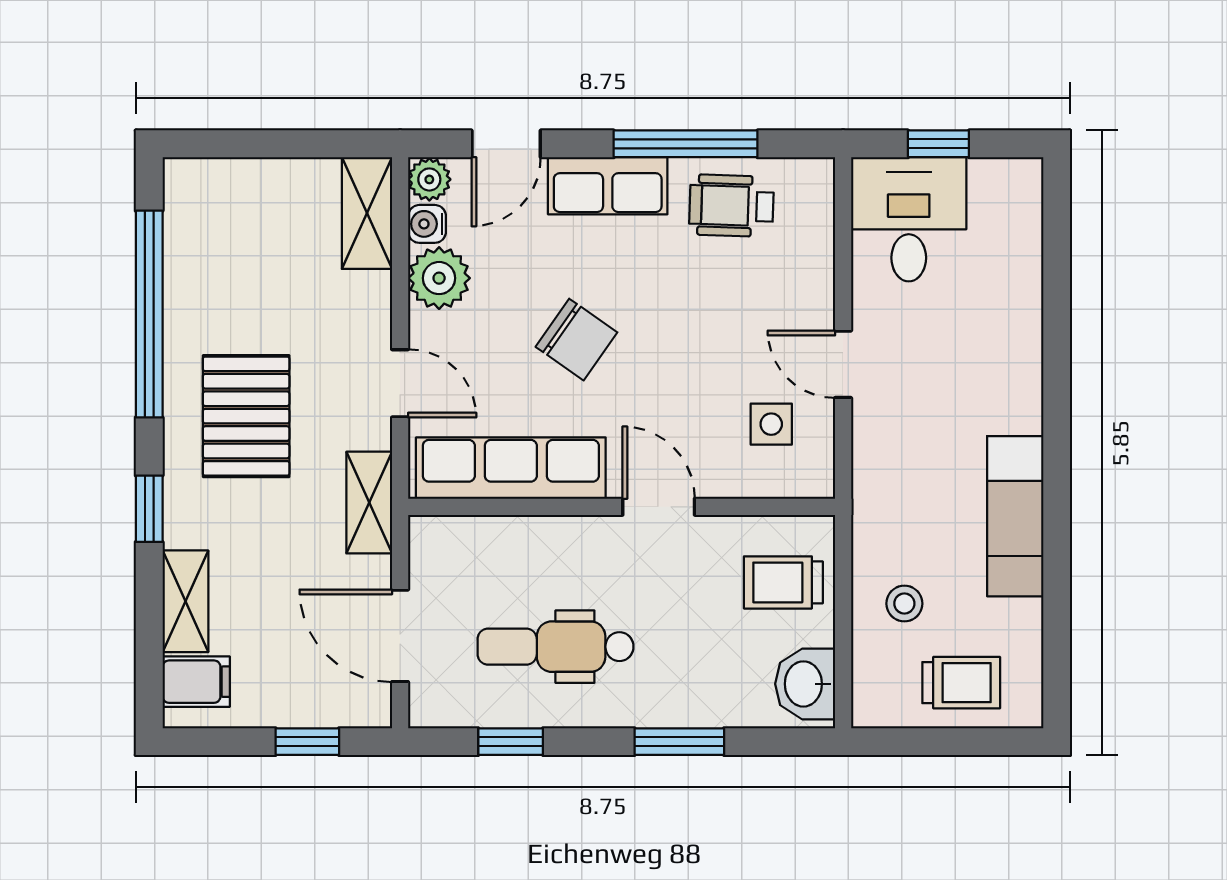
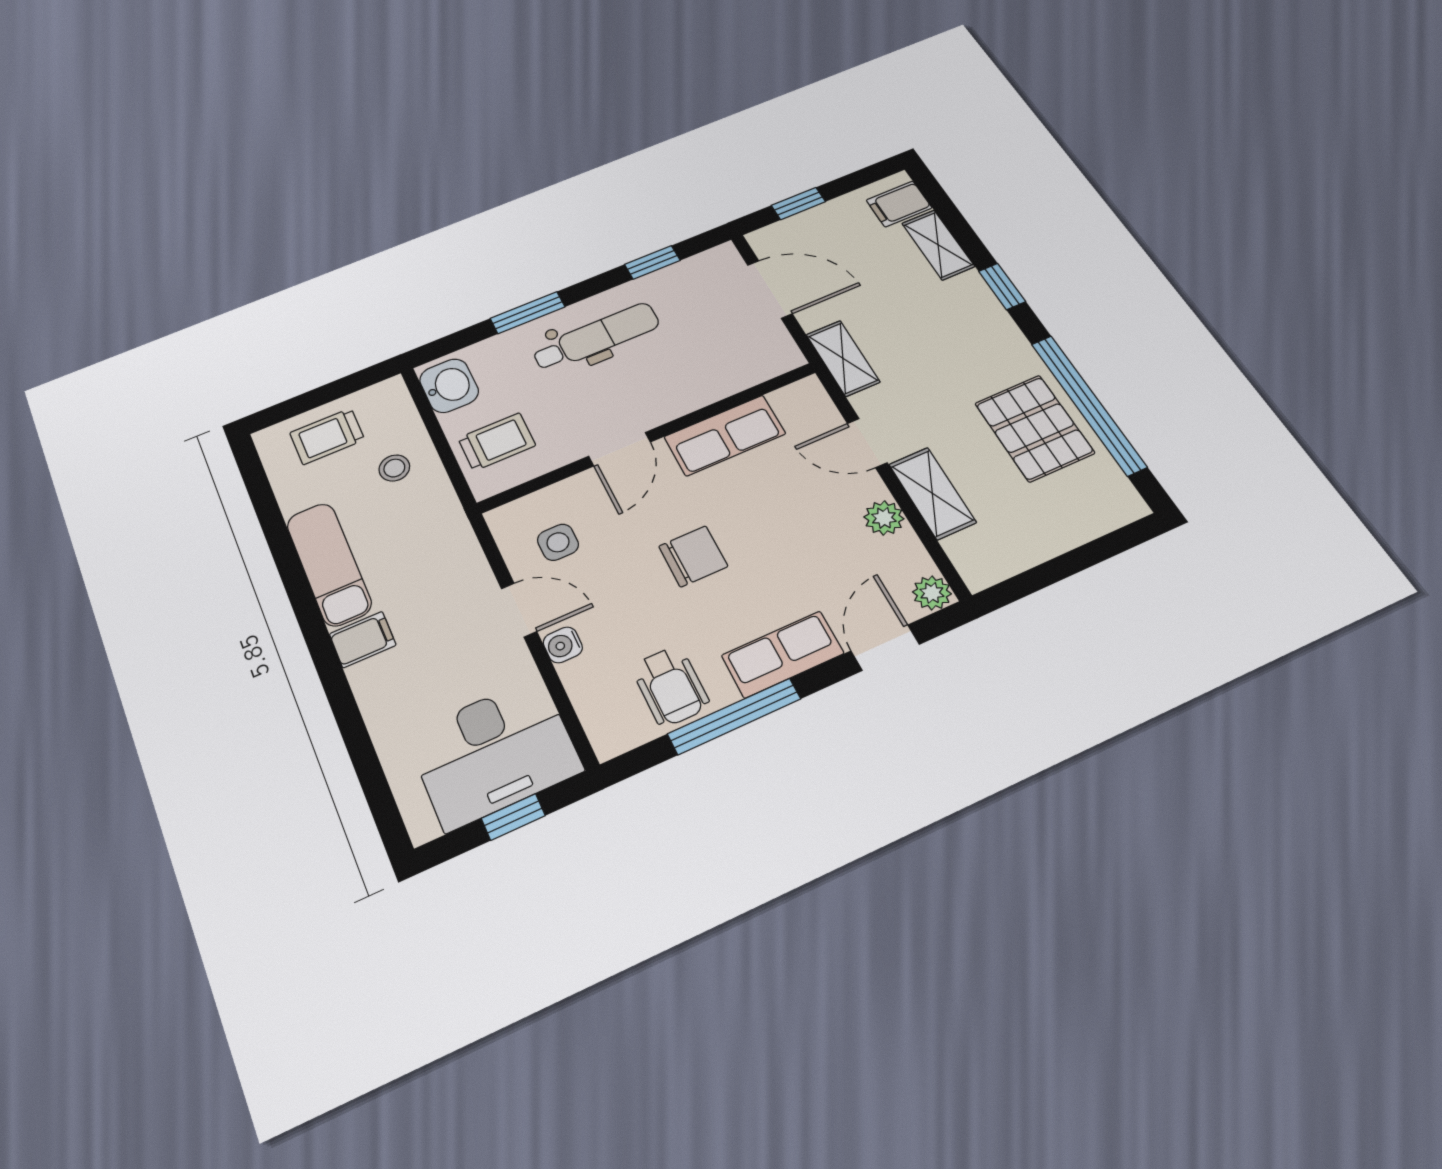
wheelchair: (731, 206) -> (670, 686), turned 88
shelving: (367, 213) -> (932, 493), moved
desk: (909, 219) -> (494, 752), width x1.37
water cooler: (427, 224) -> (563, 645), moved, turned 180
plant: (439, 278) -> (884, 518), width x0.73, depth x0.73
chair: (576, 340) -> (693, 556), moved, turned 145
filing cabinet: (1012, 408) -> (363, 640), added
pallet: (246, 416) -> (1034, 428), moved
row of seats: (511, 468) -> (725, 435), width x0.68
door: (659, 507) -> (620, 449), hinge flipped
dental chair: (555, 647) -> (596, 337), moved

